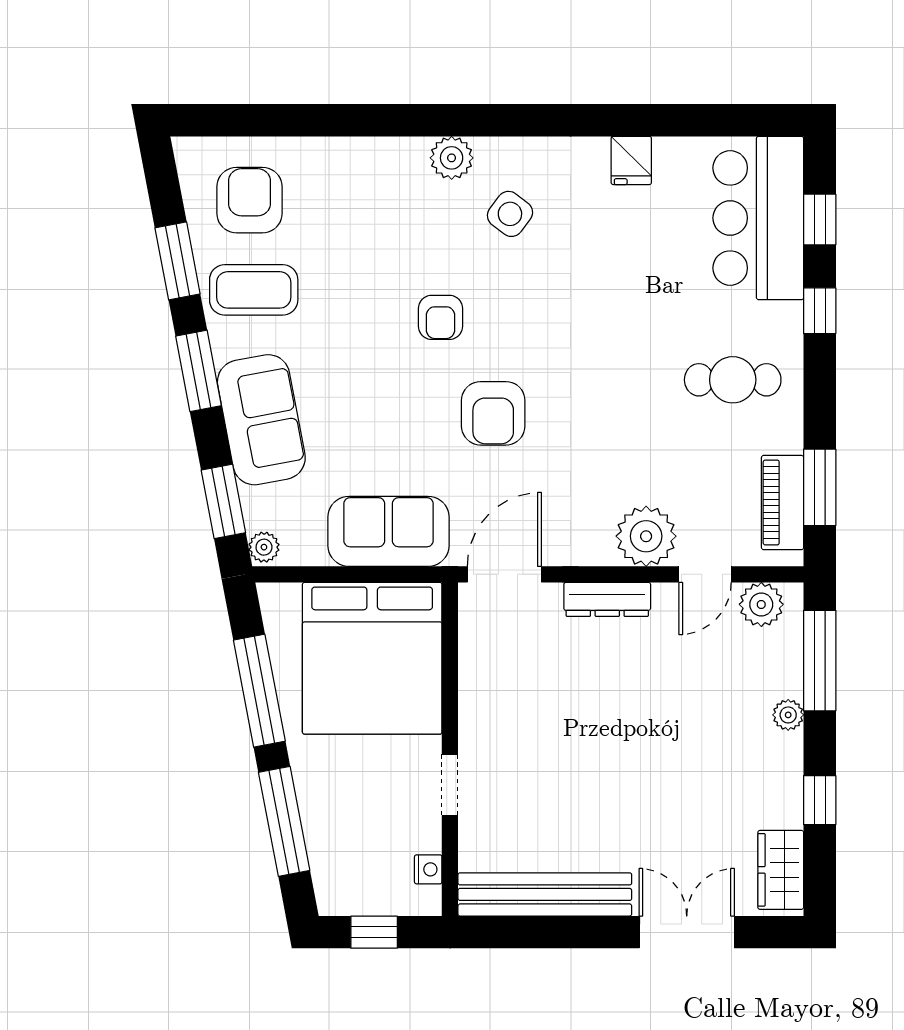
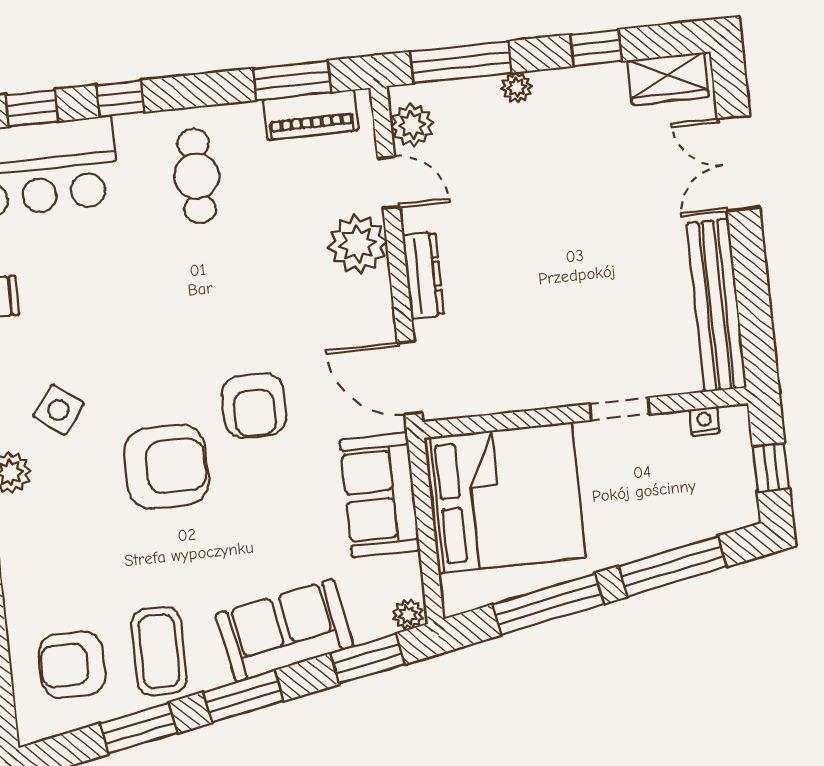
armchair: (440, 317) -> (166, 467), width x1.88, depth x1.88
armchair: (493, 413) -> (254, 406), turned 90

